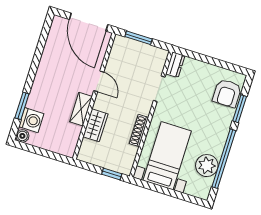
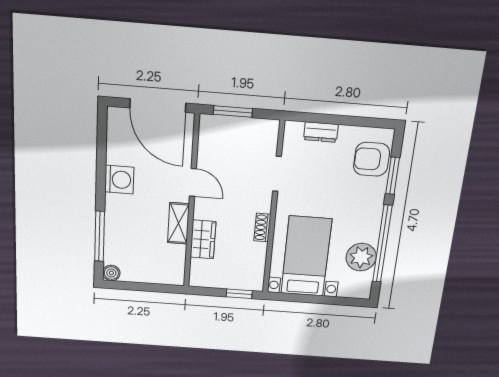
dresser: (175, 65) -> (321, 132), moved, turned 90
armchair: (227, 93) -> (372, 159), turned 90
window: (22, 106) -> (99, 236), width x1.44
washing machine: (31, 120) -> (119, 180), moved
shoe rack: (139, 131) -> (262, 227), width x0.70

